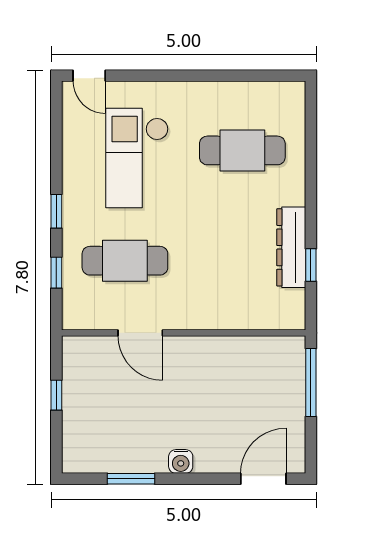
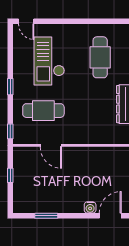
cafe table: (242, 150) -> (100, 57), turned 90
window: (56, 273) -> (10, 131), moved
water cooler: (181, 461) -> (90, 207), moved

